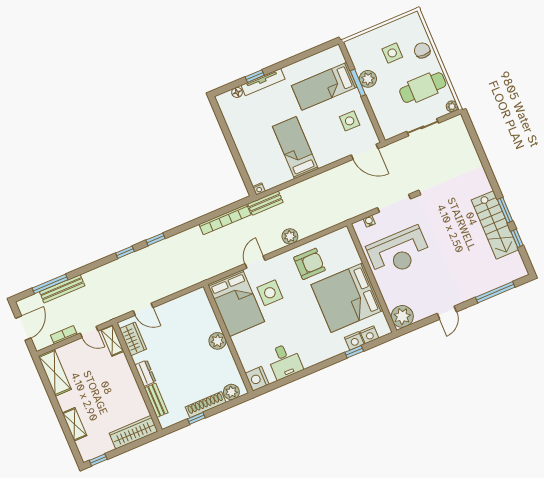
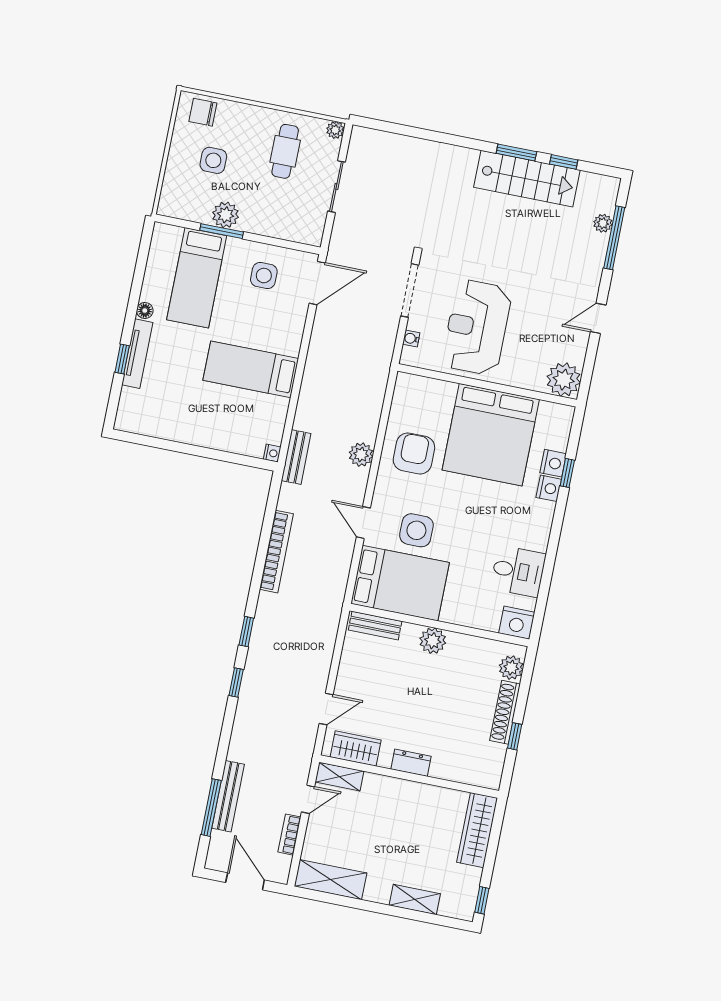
chair: (422, 50) -> (203, 112), moved
cafe table: (423, 88) -> (285, 151), width x0.73, depth x0.74
floor lamp: (237, 92) -> (145, 311), moved
bookcase: (225, 220) -> (276, 552), moved
reception desk: (399, 252) -> (477, 327), turned 180
plant: (499, 281) -> (603, 223), added
door: (447, 313) -> (598, 318), swing flipped
nightstand: (369, 335) -> (549, 488), moved
bench: (156, 400) -> (375, 626), moved

